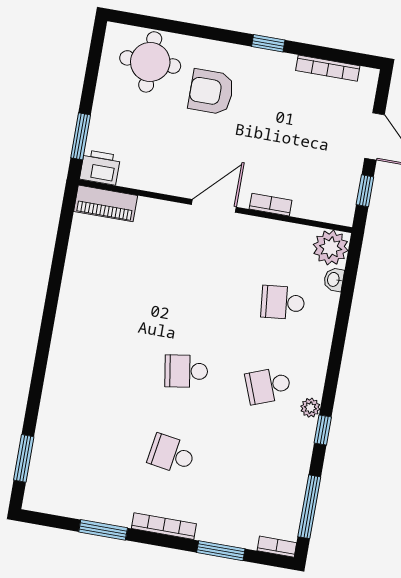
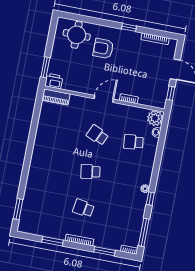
school desk: (268, 386) -> (97, 135), moved, turned 45

